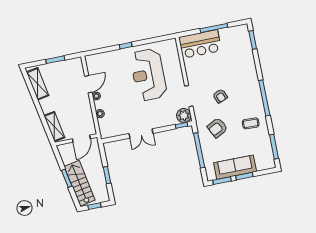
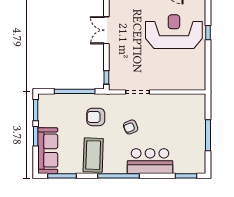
bar counter: (200, 44) -> (150, 161), moved, turned 90
reception desk: (148, 75) -> (174, 32), moved
plant: (184, 116) -> (117, 82), removed
coffee table: (251, 123) -> (93, 155), width x1.86, depth x1.72
armchair: (217, 128) -> (96, 117), turned -63
sofa: (235, 167) -> (48, 151), moved

